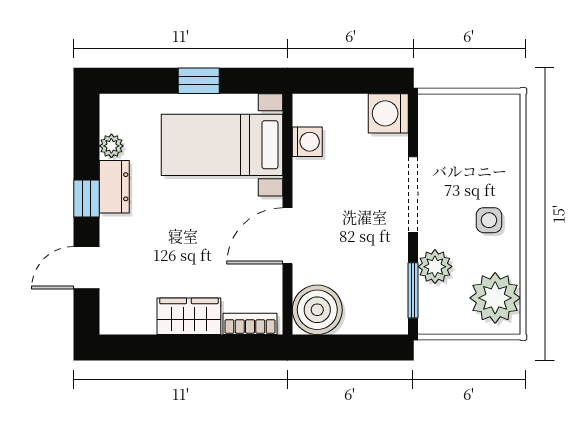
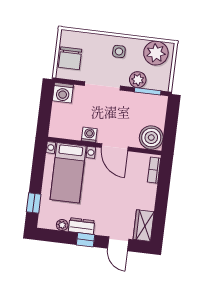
window: (199, 81) -> (34, 203), moved
chair: (462, 120) -> (70, 58), added
washing machine: (307, 142) -> (89, 135), moved
wardrobe: (189, 316) -> (144, 226), moved

